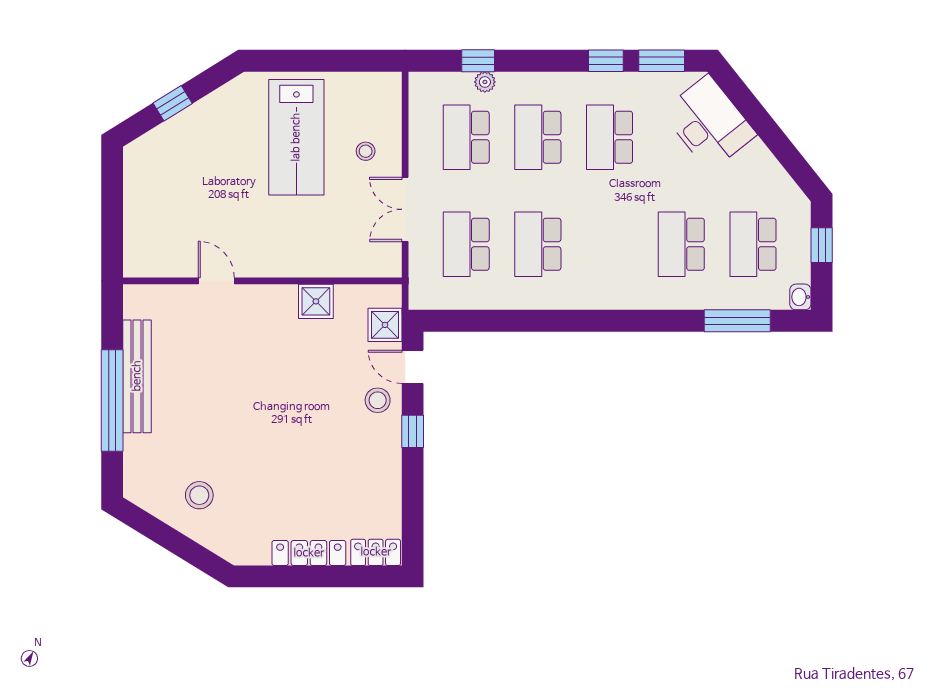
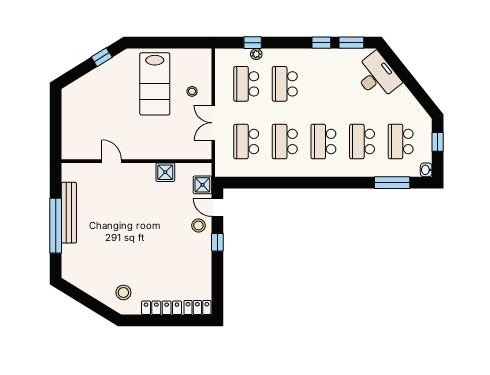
window: (173, 103) -> (102, 57), moved
school desk: (610, 137) -> (323, 141), moved
stool: (199, 495) -> (123, 292), moved

